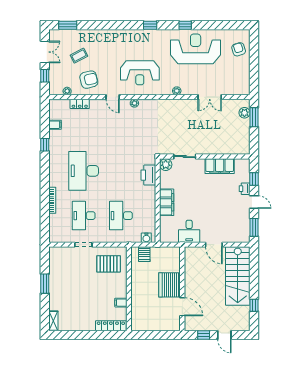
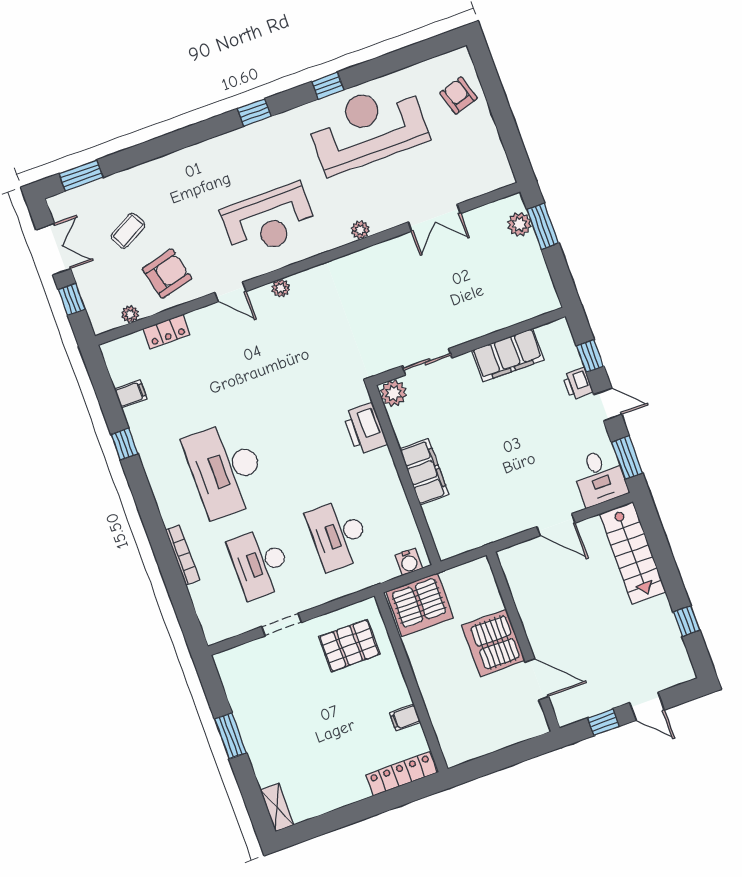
desk: (189, 231) -> (600, 477), moved
server rack: (144, 254) -> (420, 605), width x2.18, depth x1.44
stairs: (238, 276) -> (633, 553), width x0.73, depth x0.66

